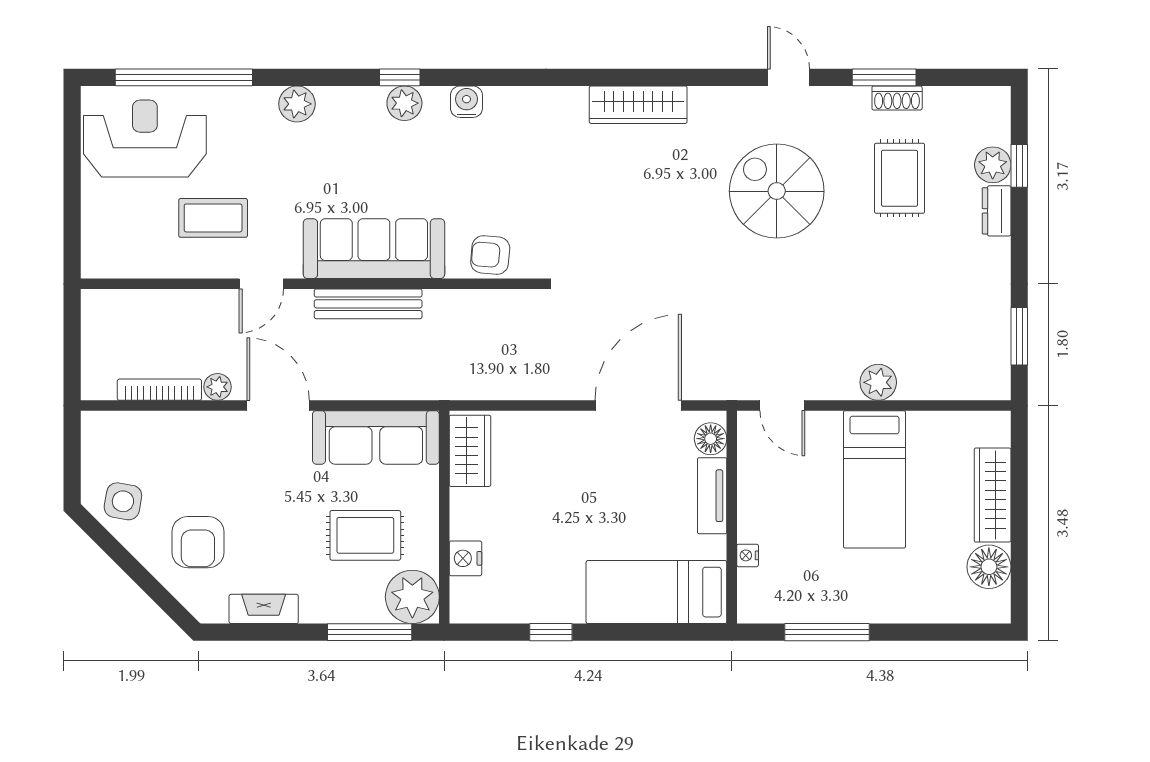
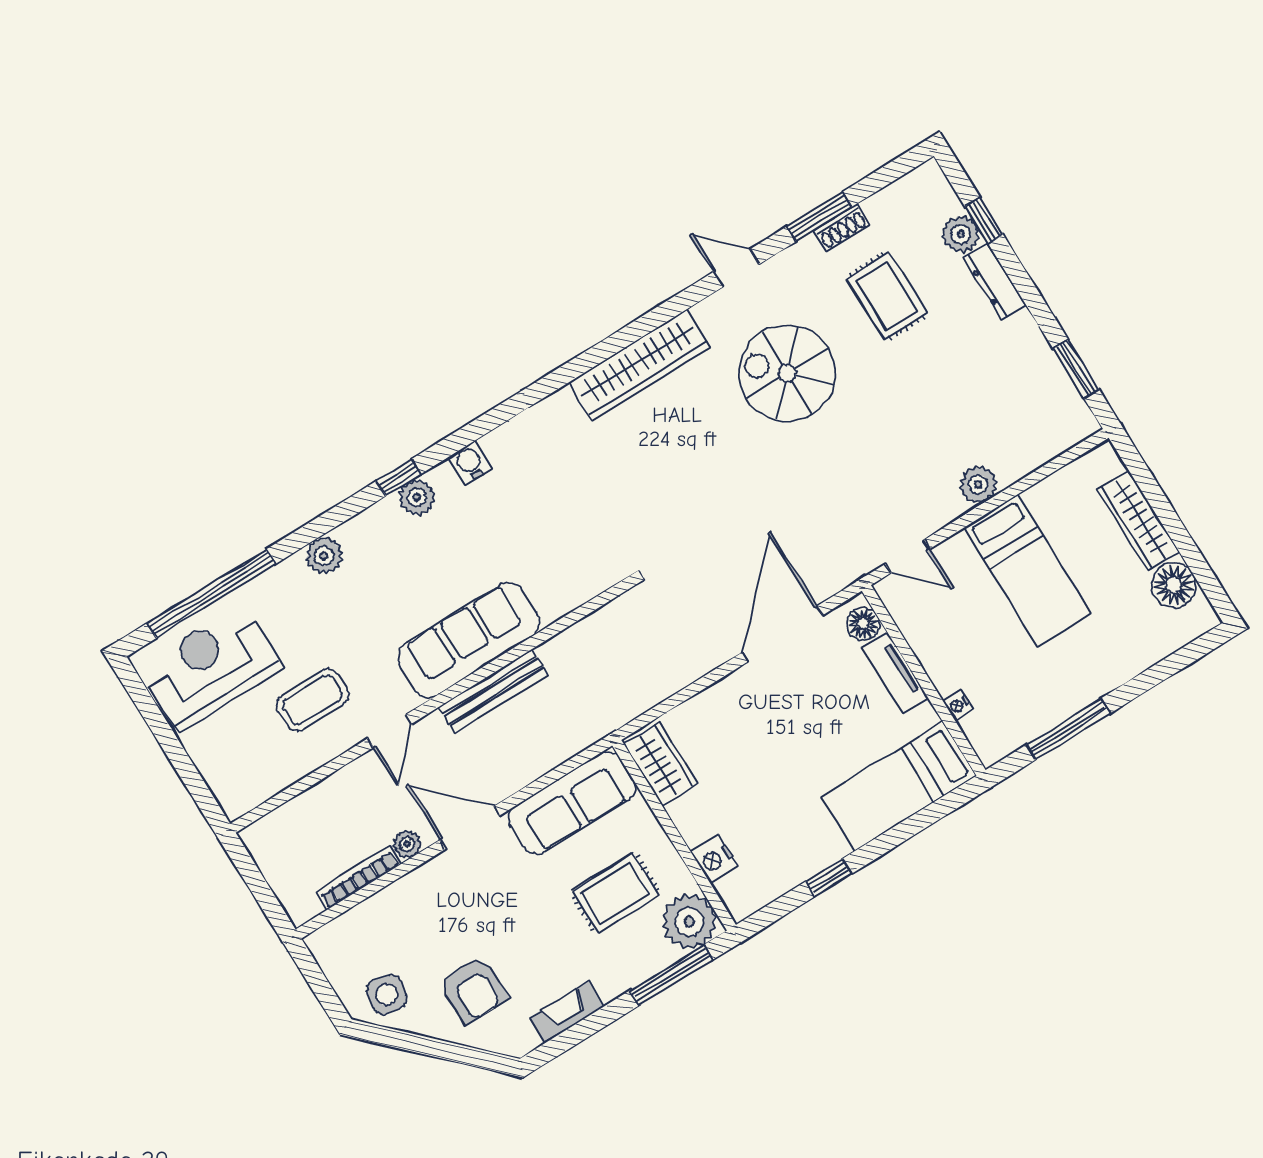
wardrobe: (638, 105) -> (639, 365), width x1.40, depth x1.17
dresser: (997, 211) -> (995, 282), width x1.44
armchair: (490, 255) -> (573, 583), removed

